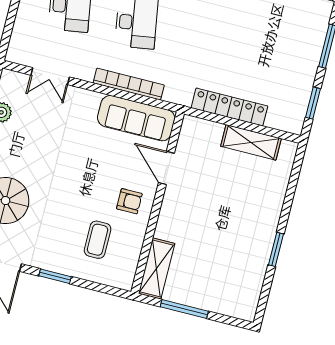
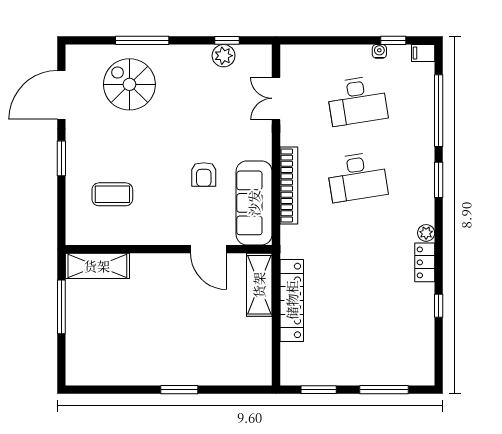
shelving: (251, 142) -> (259, 285), moved
door: (166, 168) -> (209, 249), swing flipped
armchair: (129, 201) -> (204, 174), moved
window: (276, 249) -> (179, 390), moved

